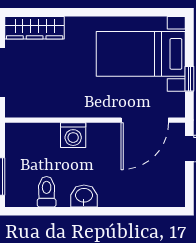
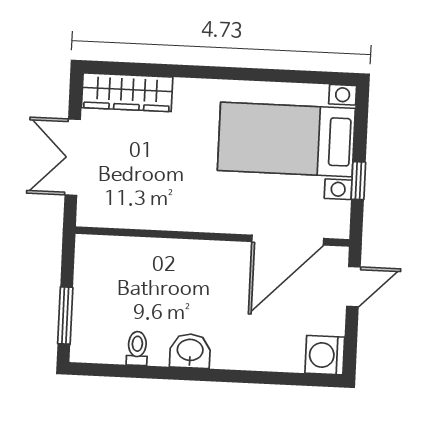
washing machine: (73, 135) -> (325, 355), moved, turned 90
toilet: (47, 192) -> (137, 348), width x0.73, depth x0.72

